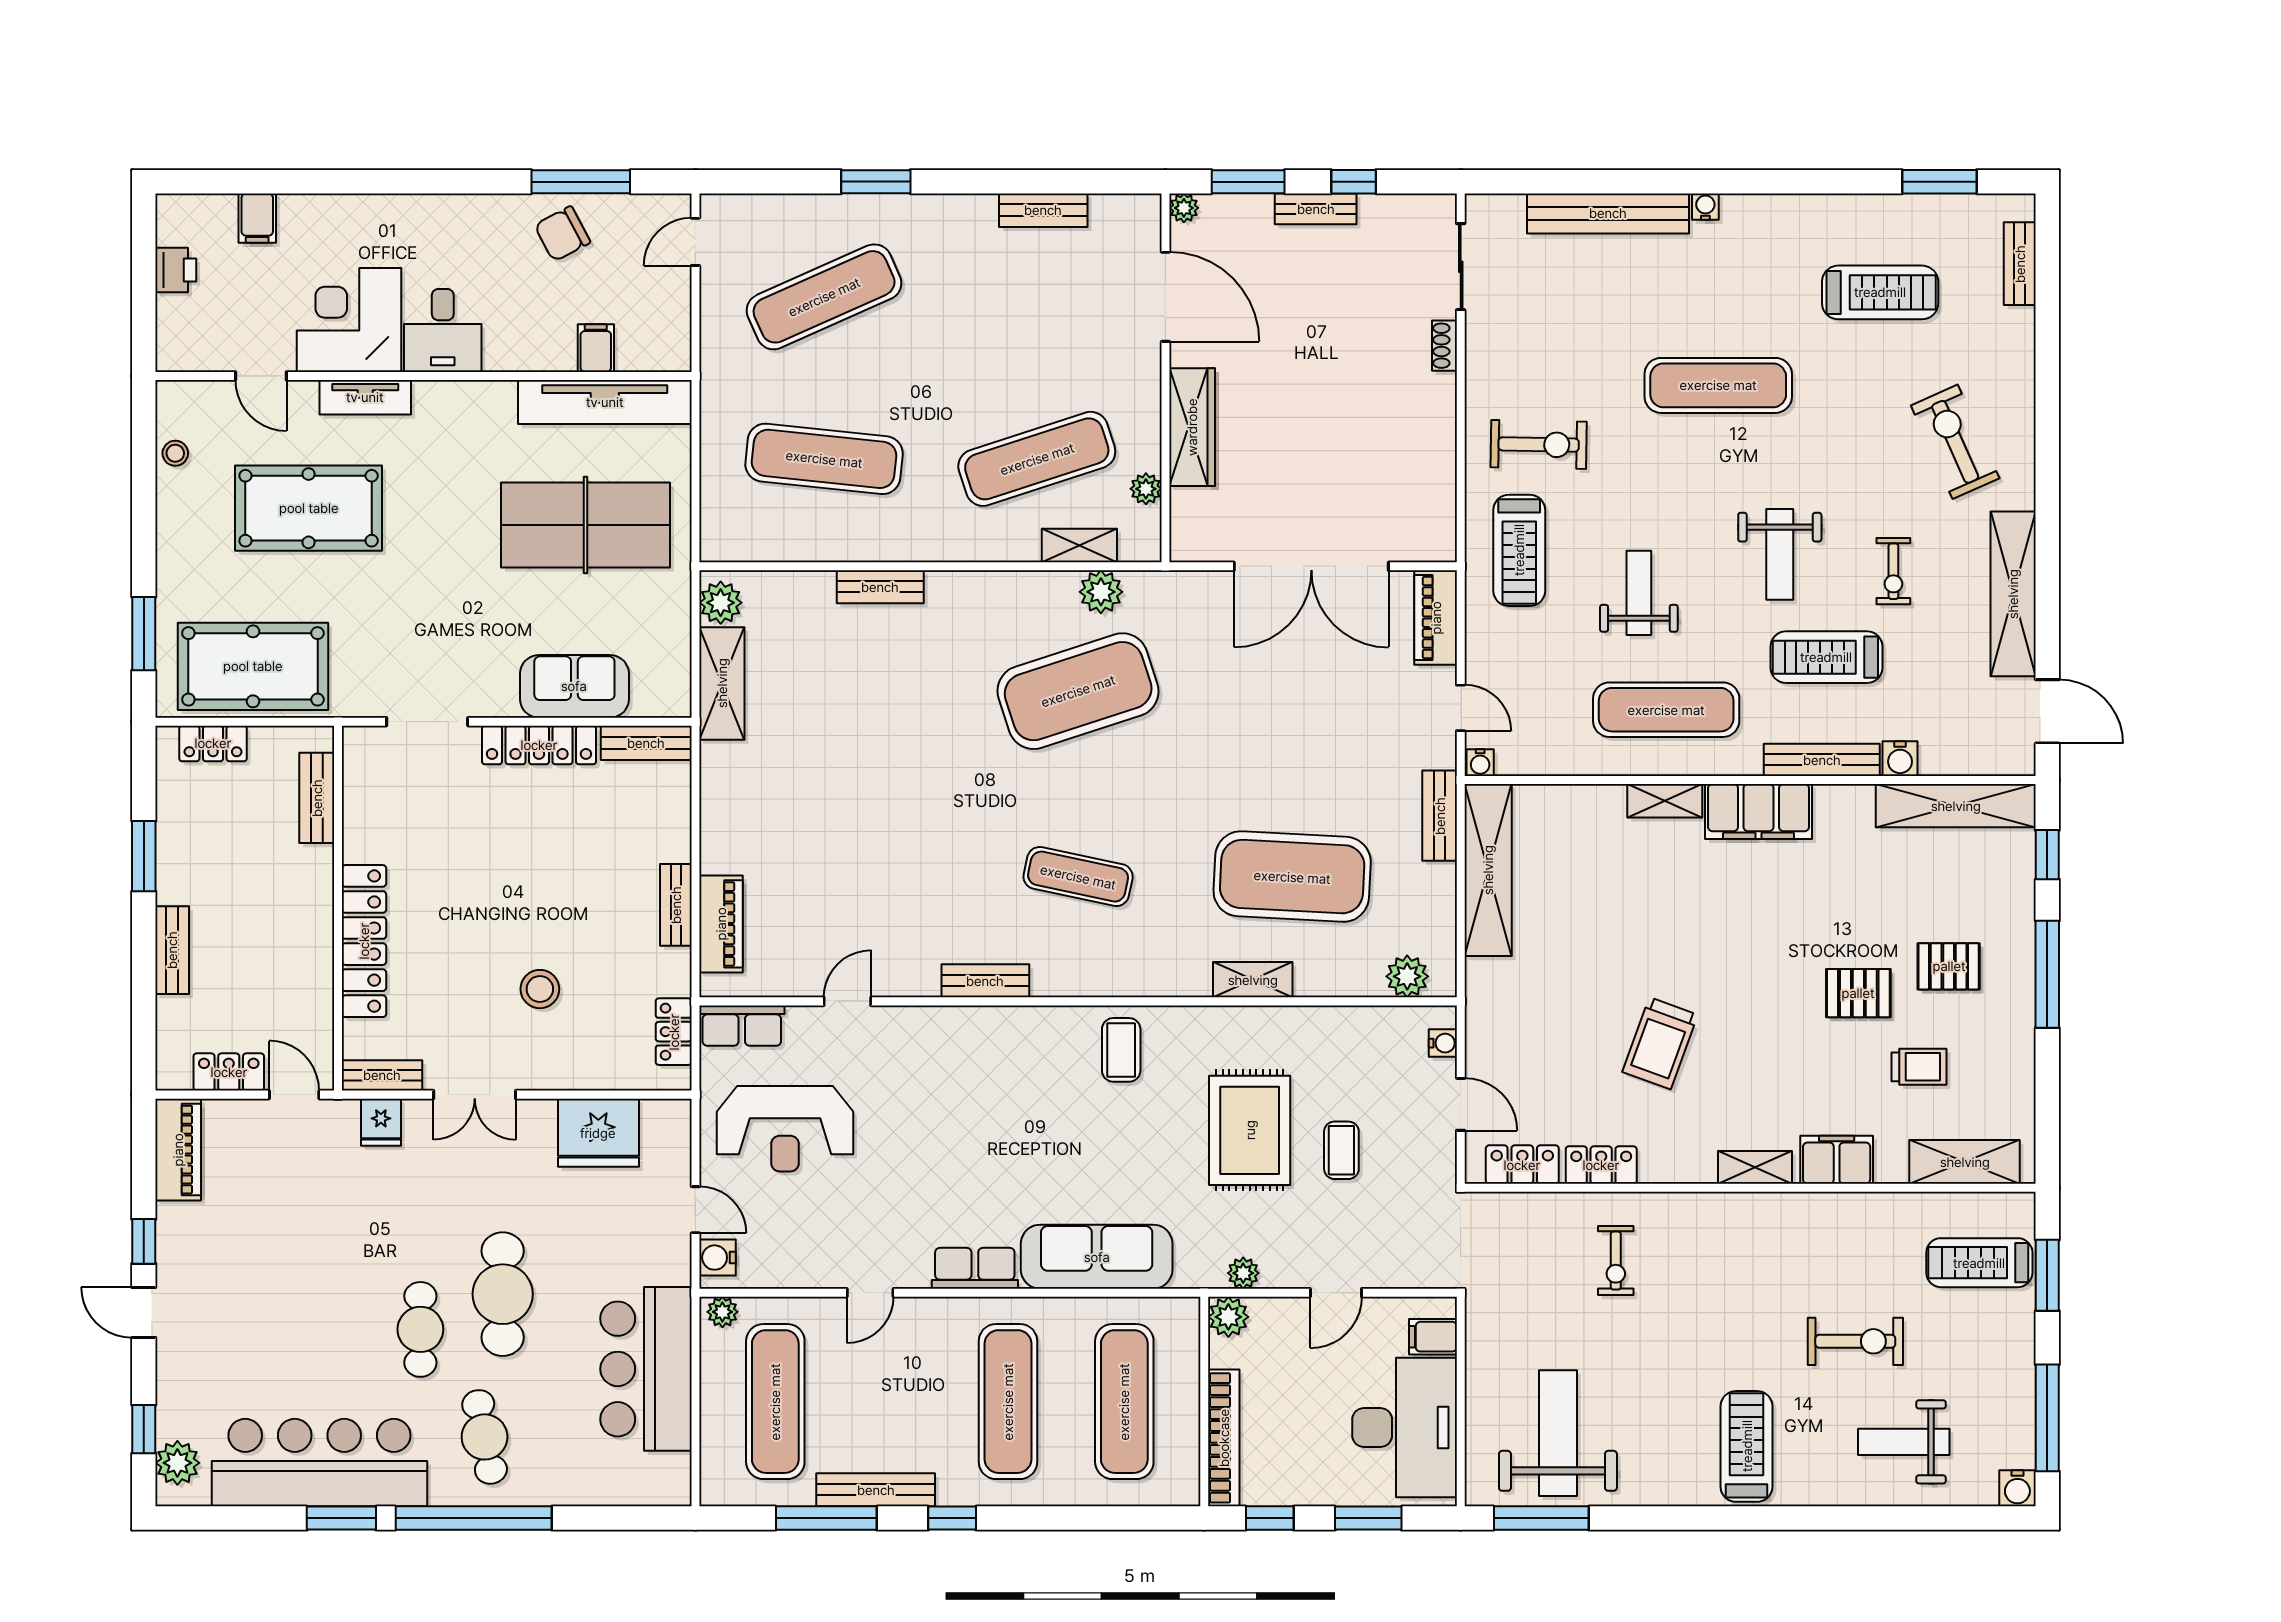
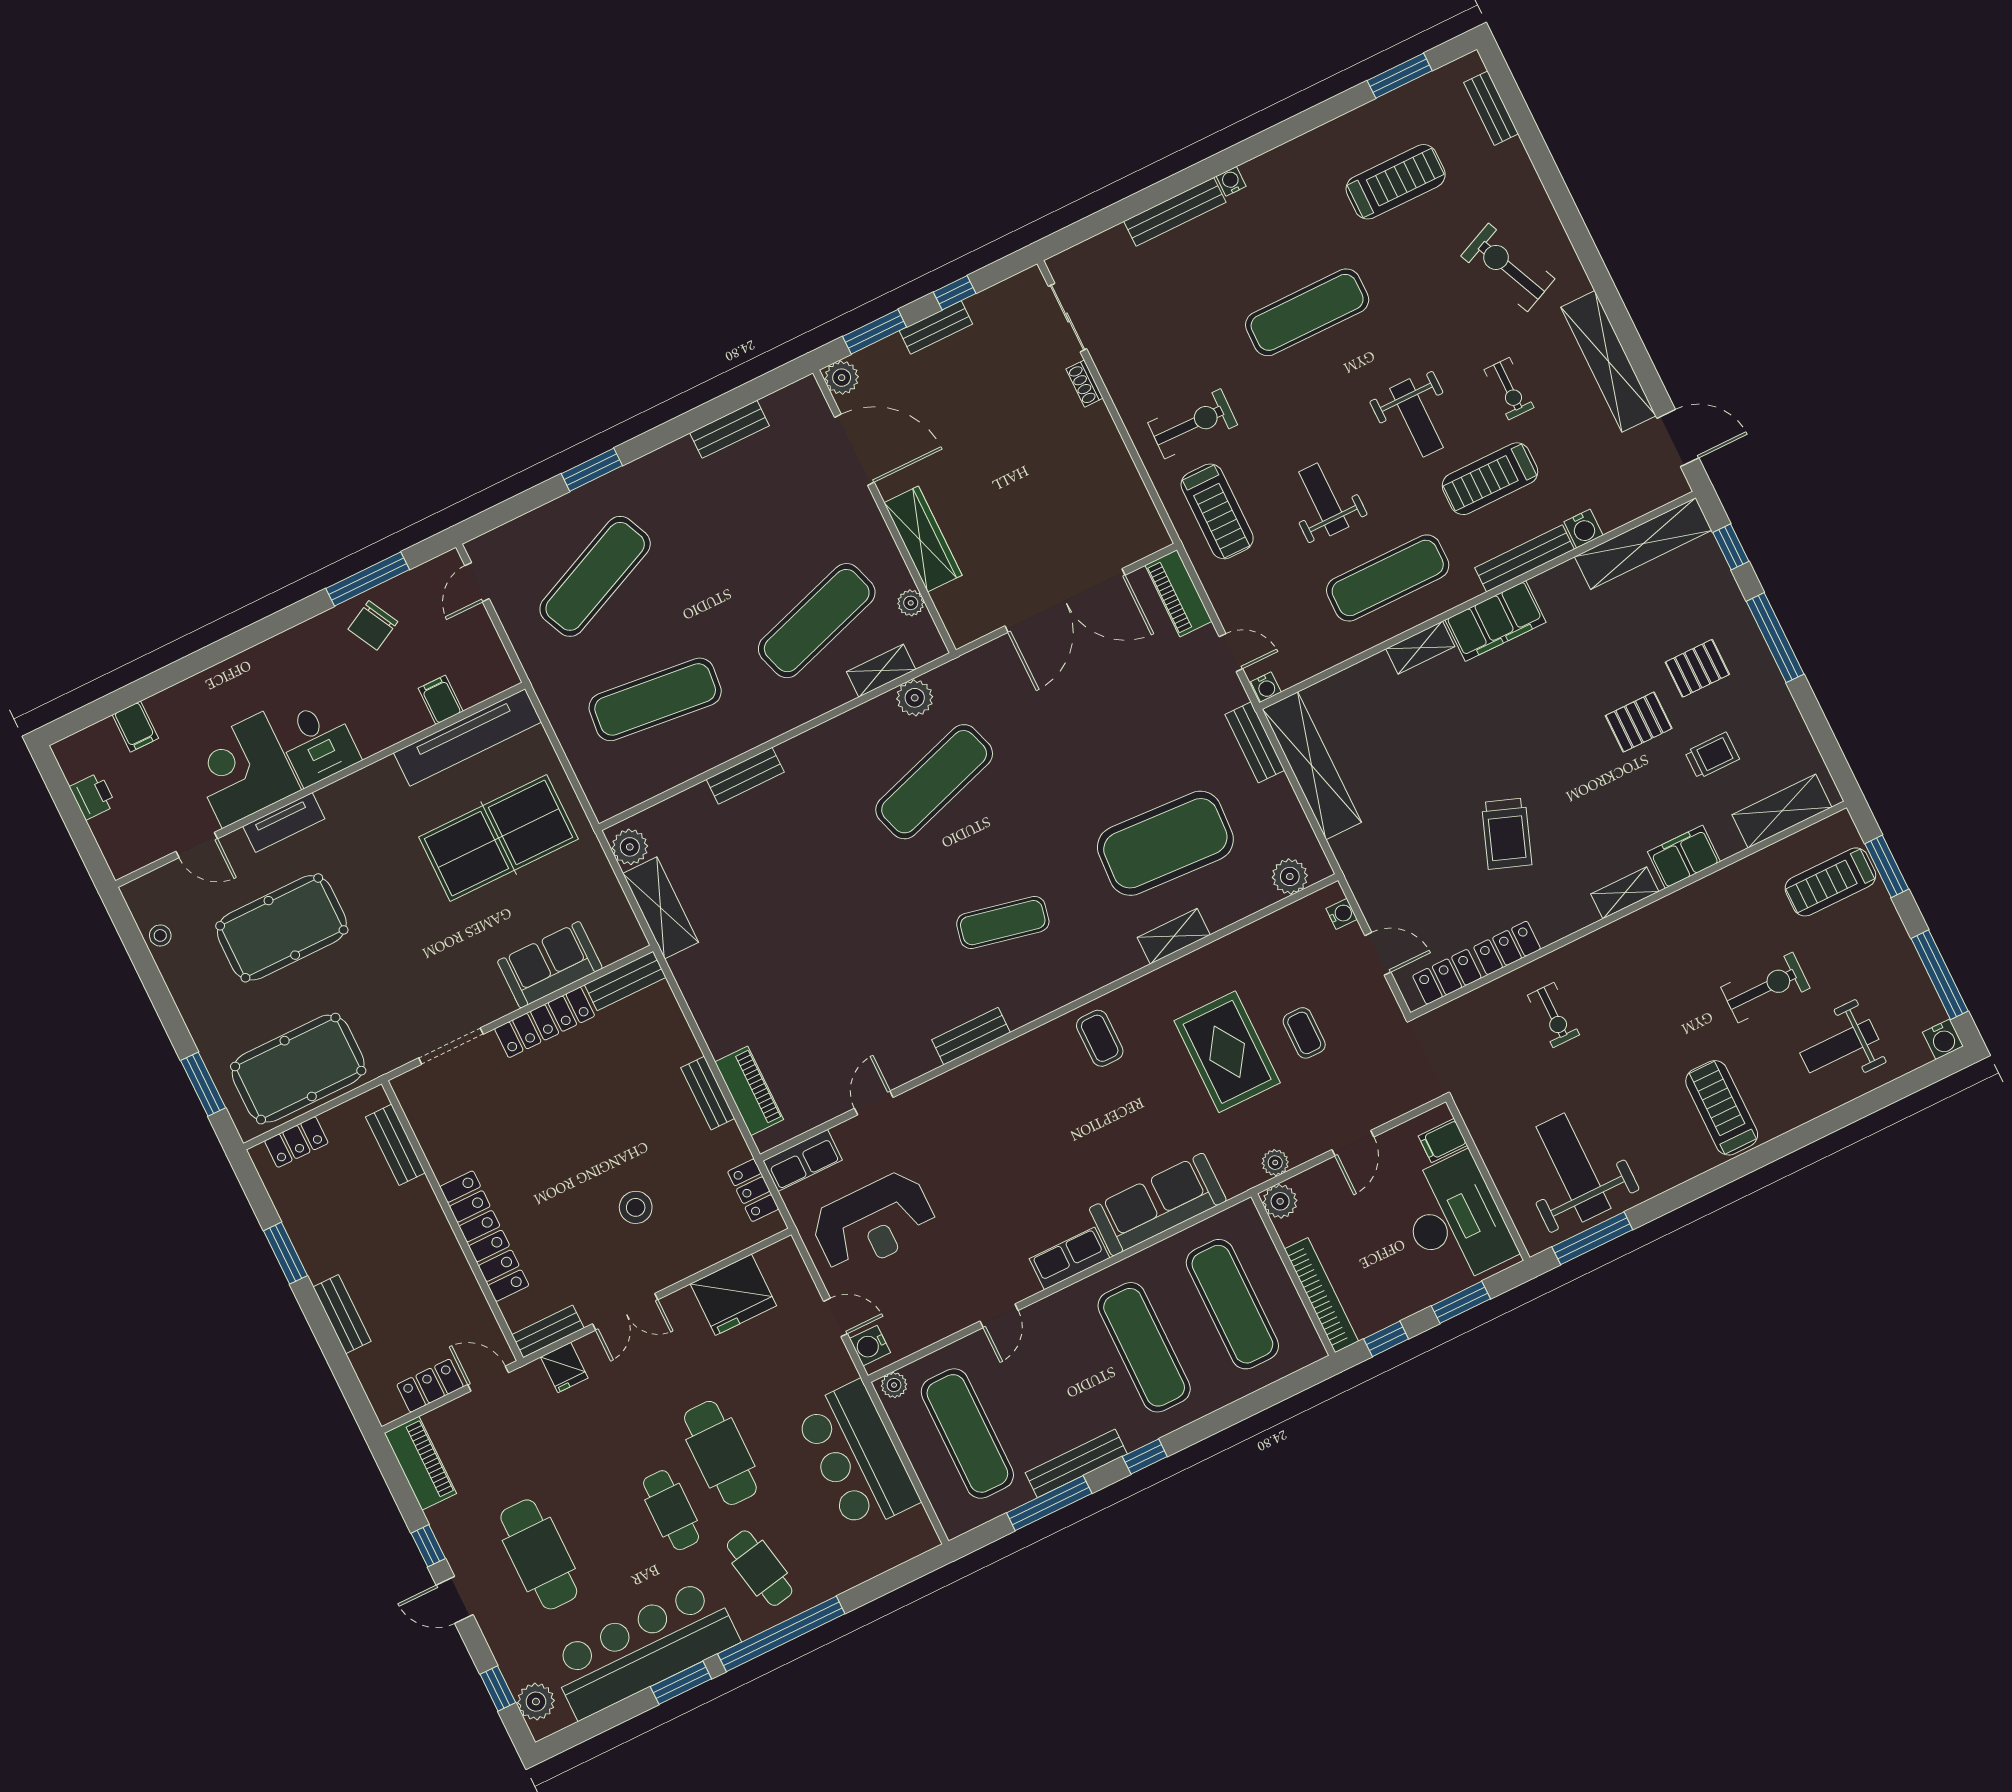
plant: (1184, 208) -> (842, 378), width x1.38, depth x1.38
bench: (1608, 213) -> (1175, 212), width x0.73, depth x0.82
exercise mat: (1078, 691) -> (934, 782), width x0.68
cafe table: (257, 1308) -> (539, 1554), added

